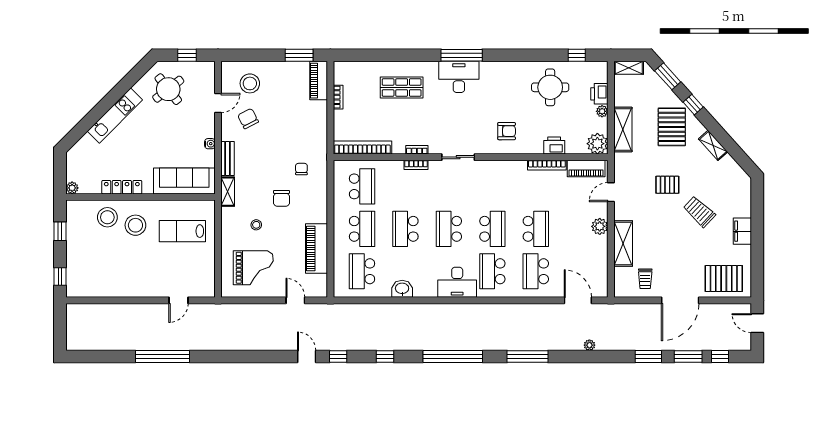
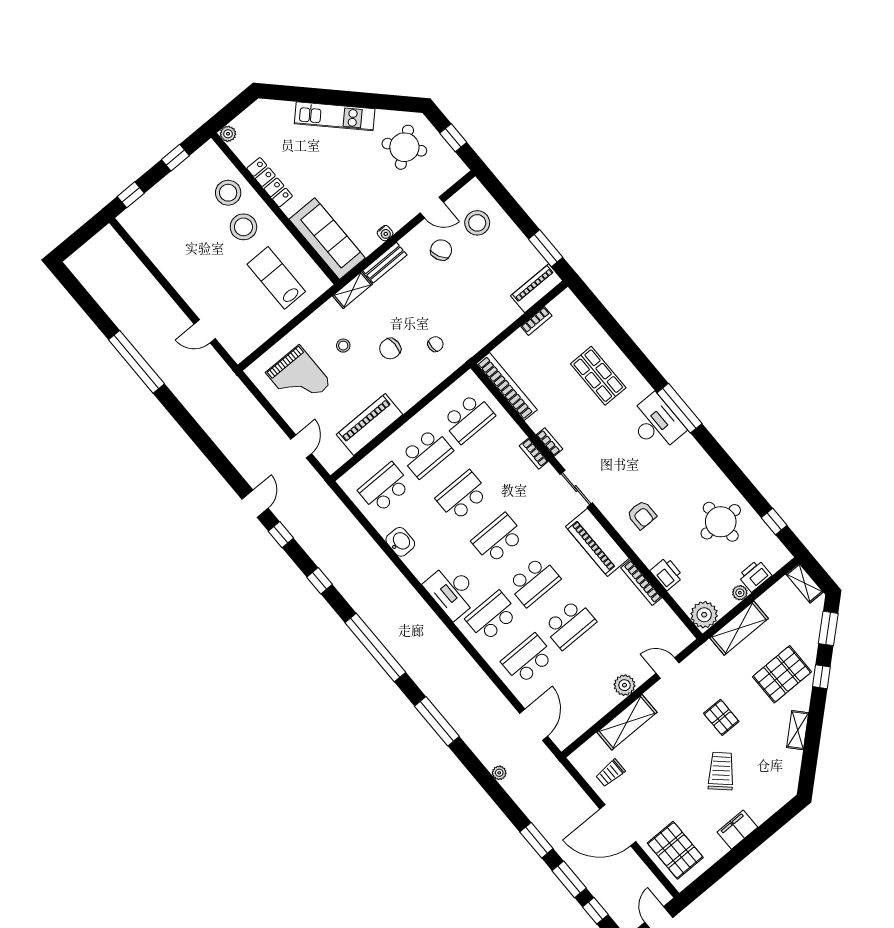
piano: (586, 168) -> (597, 542), moved, width x1.37, depth x1.33

